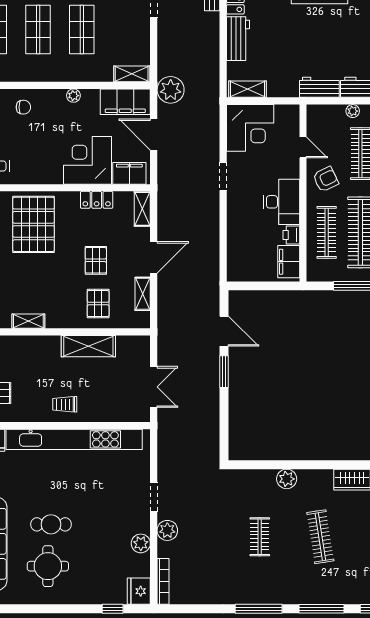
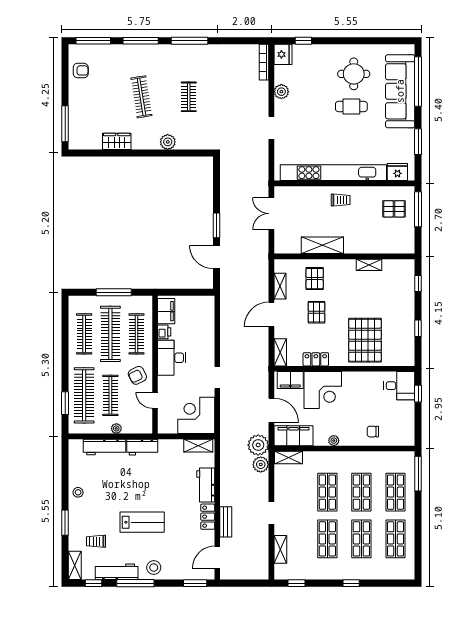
plant: (167, 530) -> (261, 464), moved

